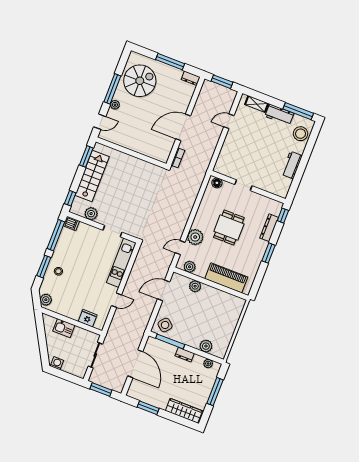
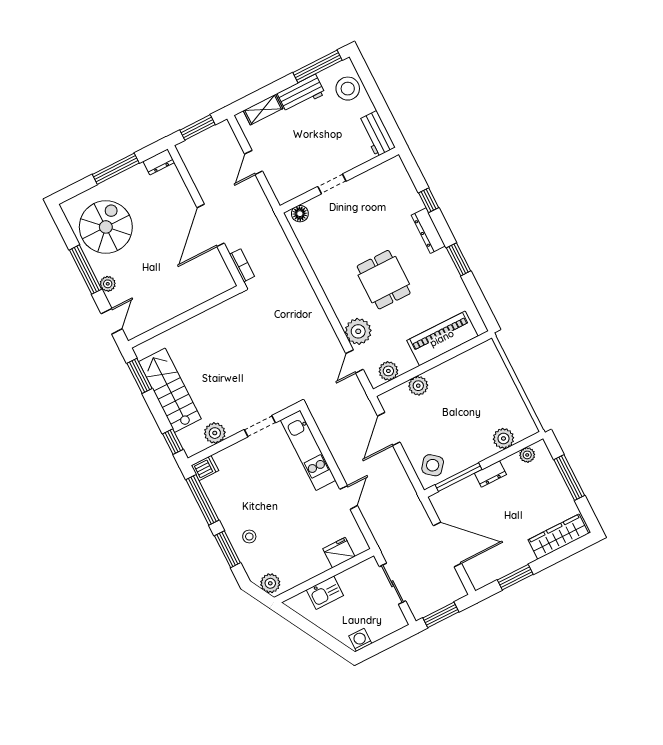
floor lamp: (217, 183) -> (300, 214), moved
doorway: (243, 185) -> (332, 184), moved
wall: (248, 187) -> (339, 180), moved

